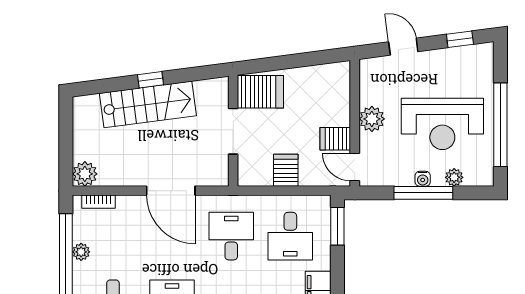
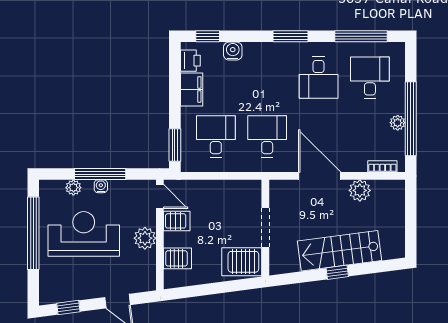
server rack: (286, 170) -> (178, 258), moved, turned -90
plant: (85, 174) -> (360, 190), moved
desk: (231, 236) -> (267, 136), turned 180

